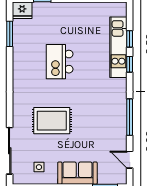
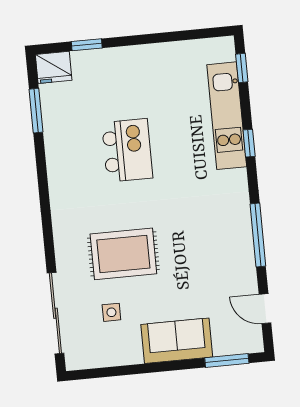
window: (130, 39) -> (242, 68), moved
kitchen island: (60, 62) -> (127, 150), turned 180
side table: (39, 167) -> (111, 312), moved

